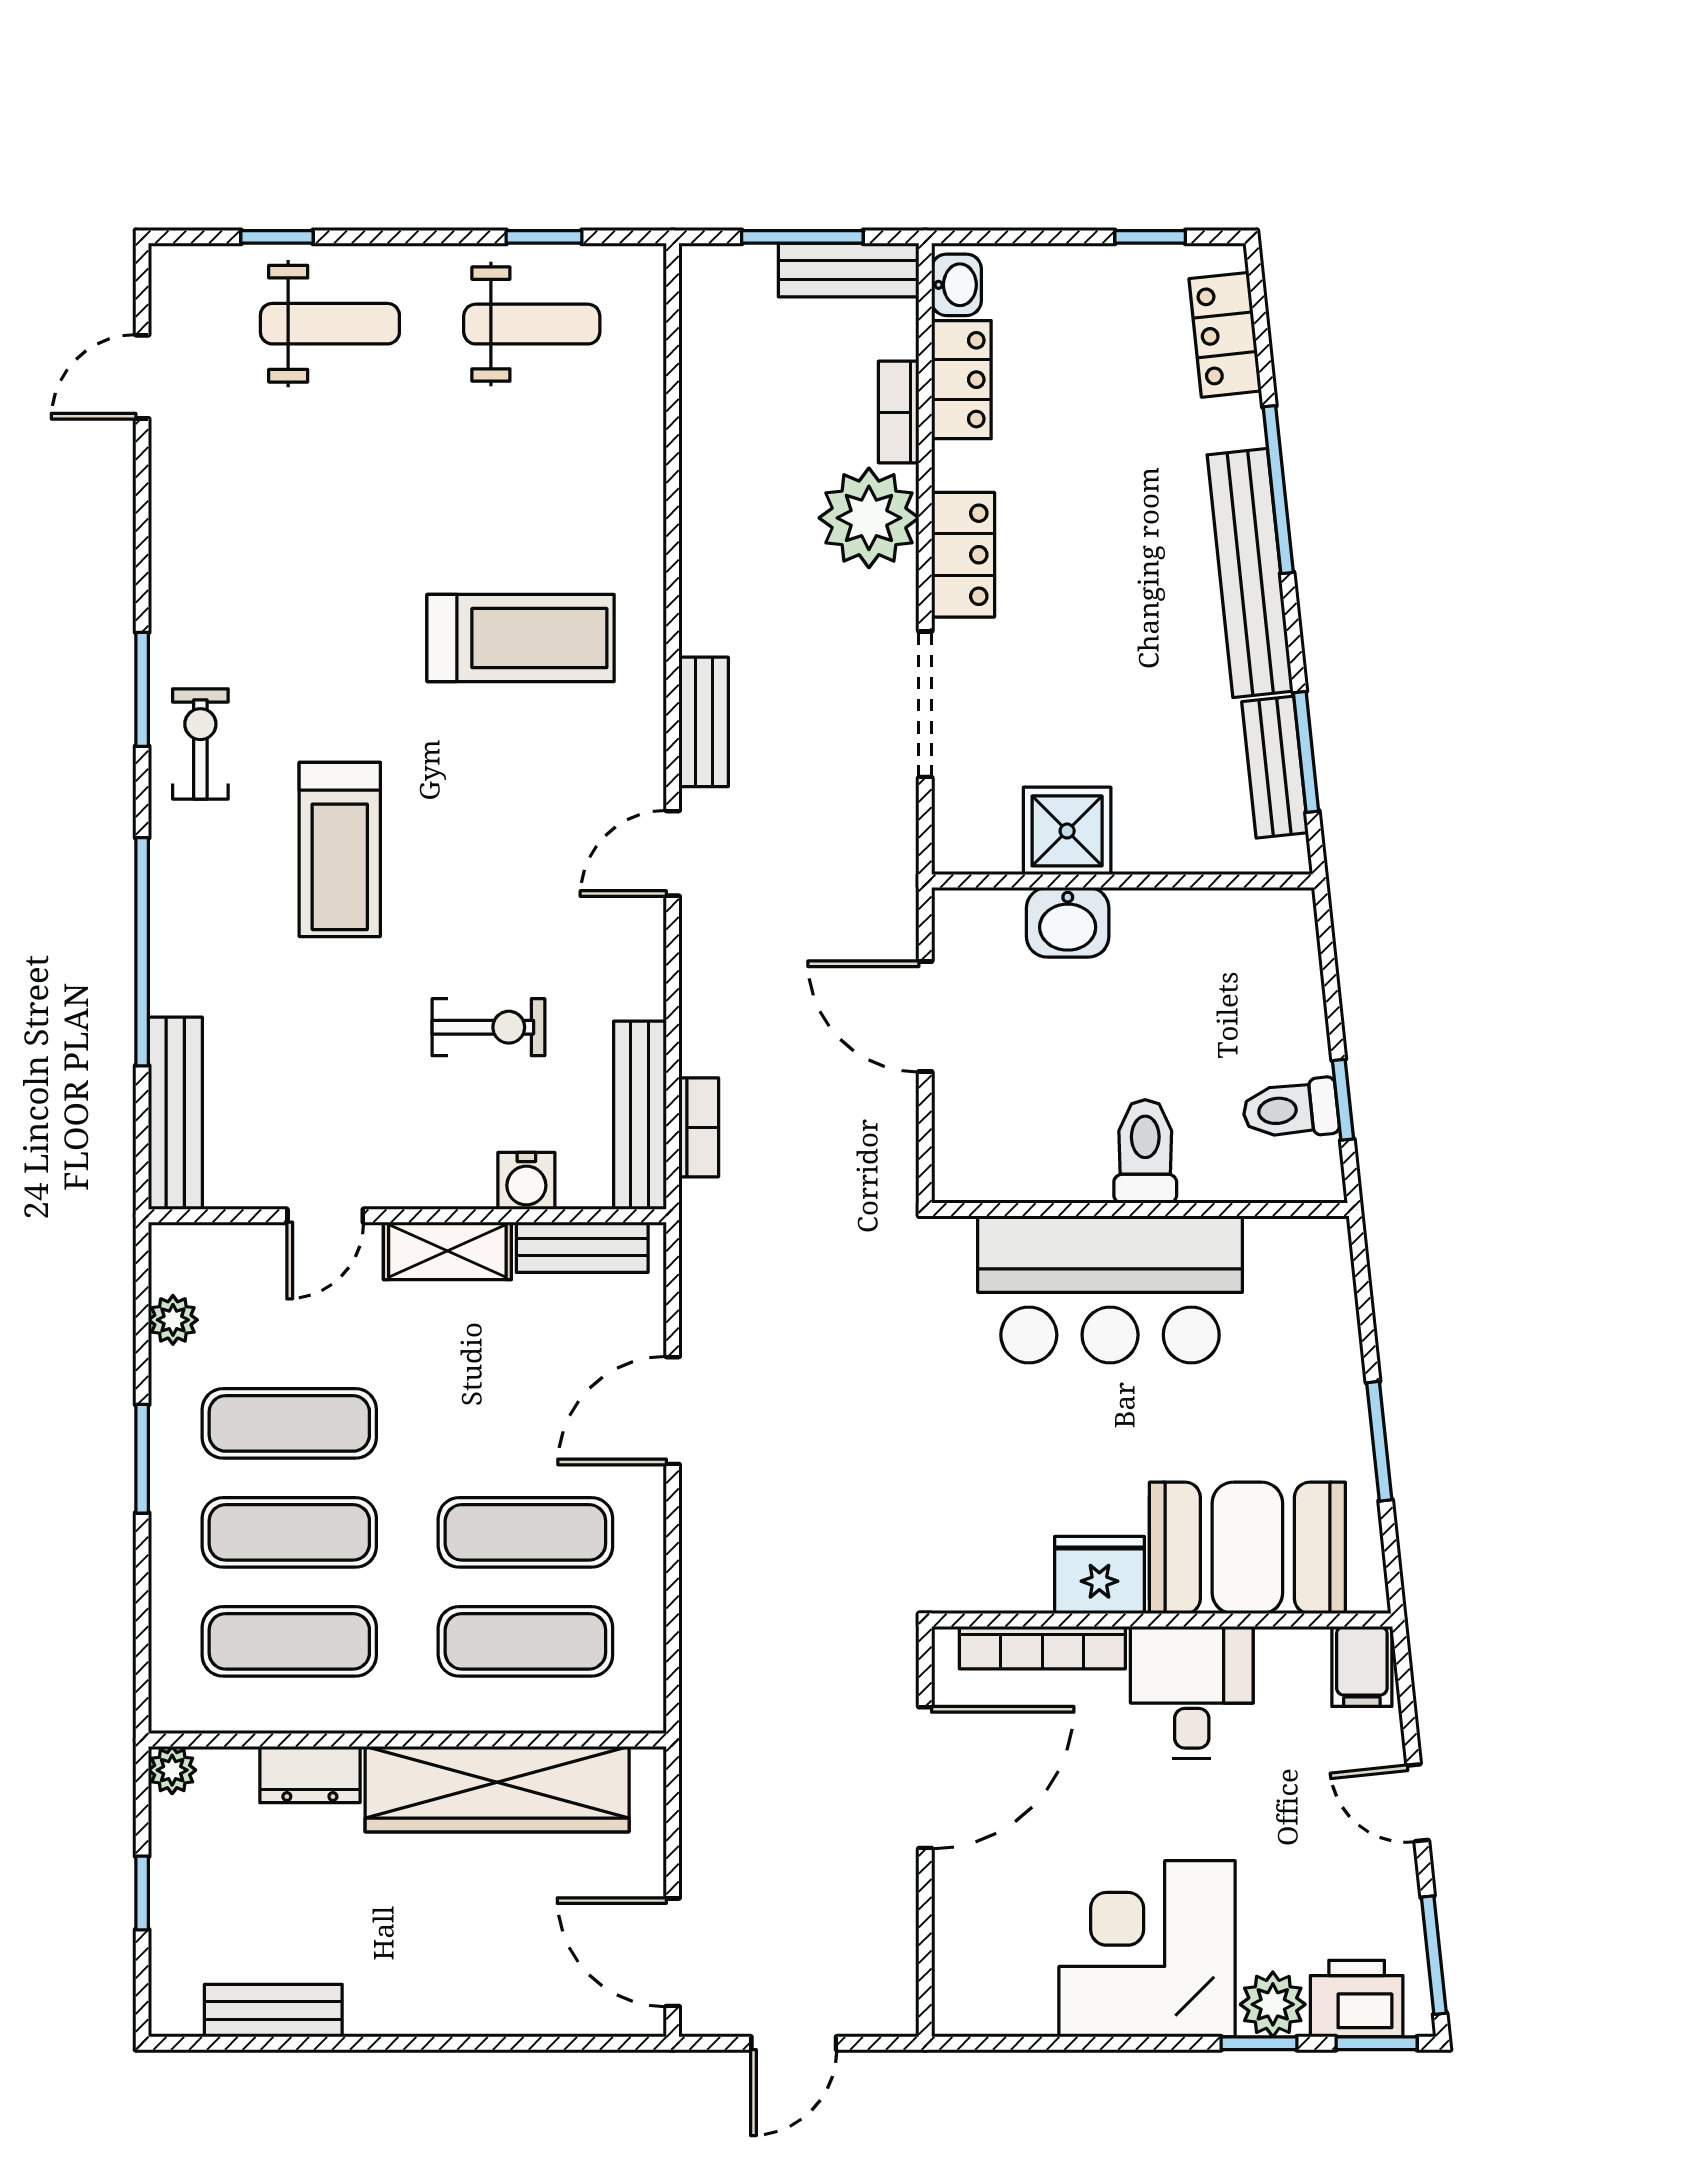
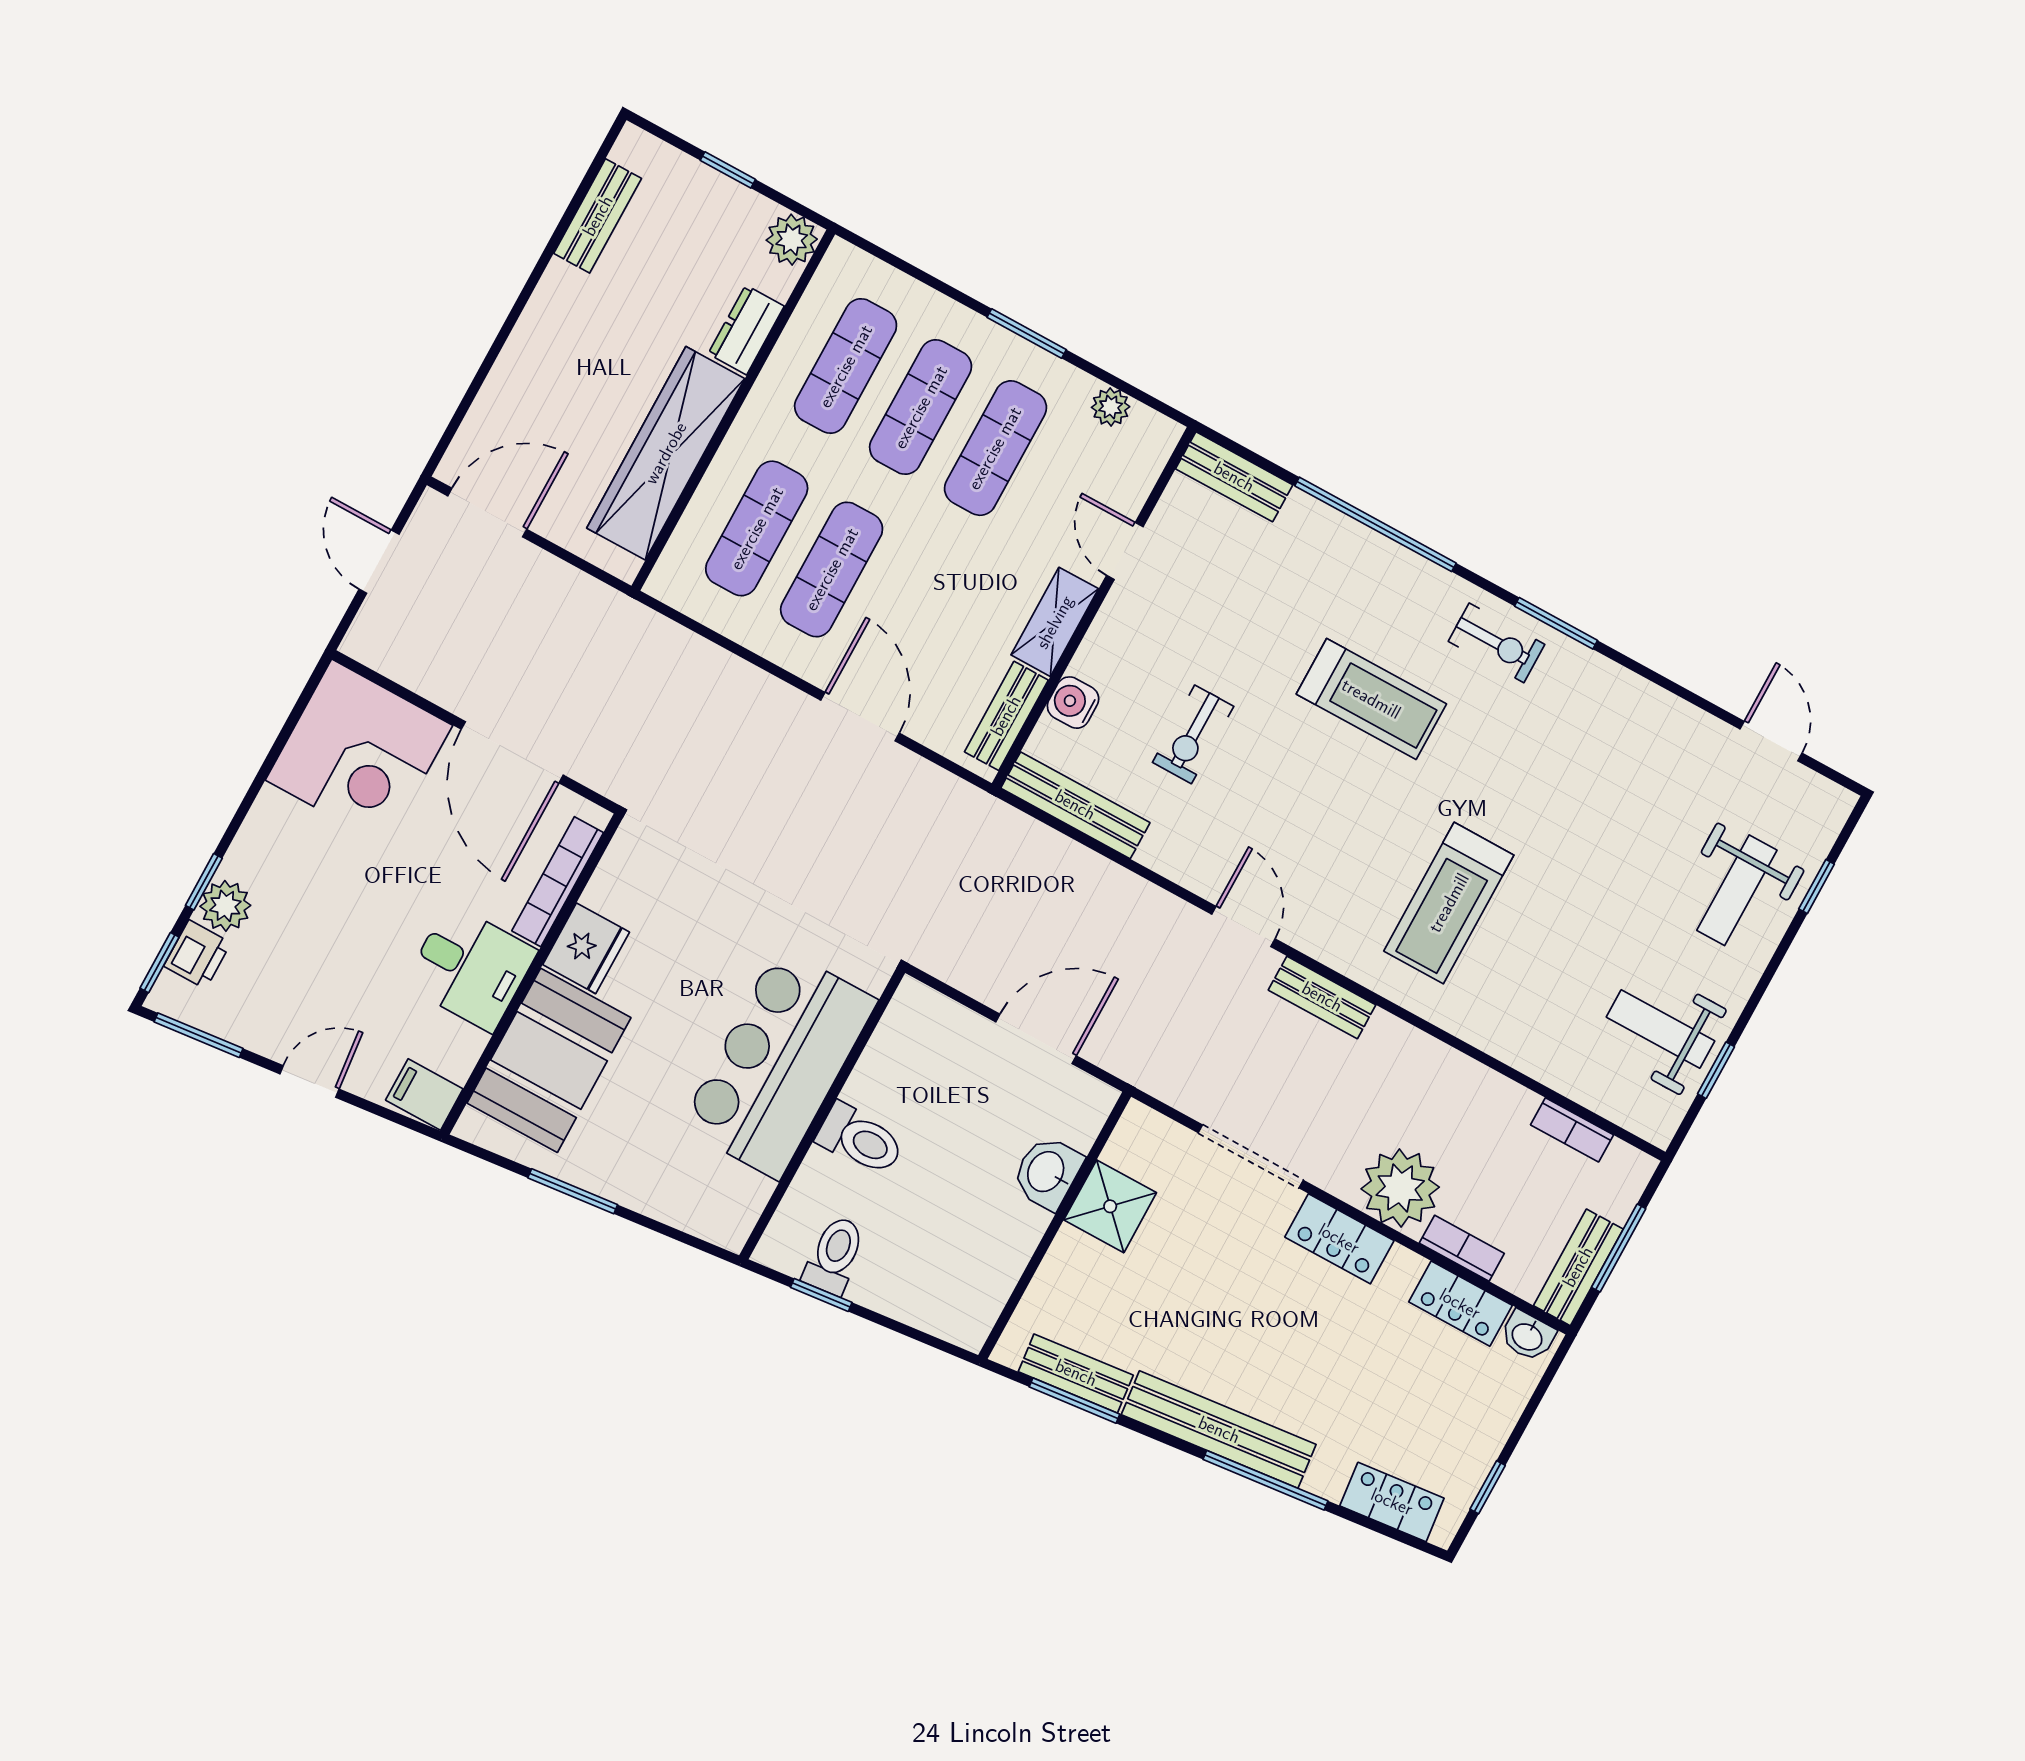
weight bench: (532, 324) -> (1661, 1029), turned 90
treadmill: (340, 849) -> (1371, 699), turned 180
bench: (175, 1113) -> (1234, 477), width x0.73
bookcase: (699, 1127) -> (1572, 1130), moved
plant: (172, 1770) -> (792, 240), width x1.38, depth x1.38
corner desk: (1147, 1949) -> (359, 753), moved, turned 90
printer: (1357, 1999) -> (197, 954), width x0.73, depth x0.81

